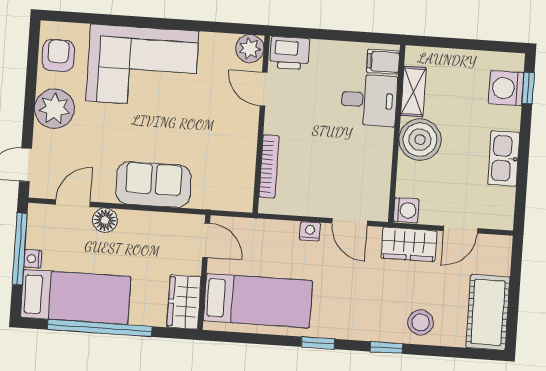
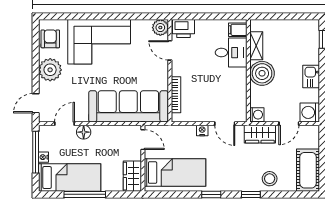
washing machine: (506, 88) -> (310, 112), moved
kitchen sink: (504, 158) -> (311, 77), width x0.73
sofa: (153, 185) -> (128, 106), width x1.85, depth x1.27
window: (100, 328) -> (85, 194), width x0.68

